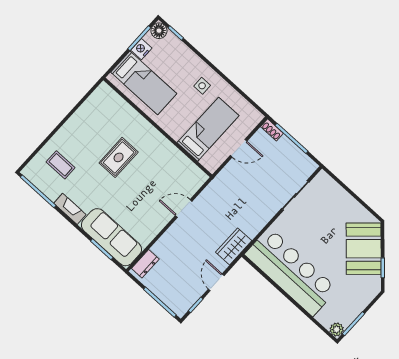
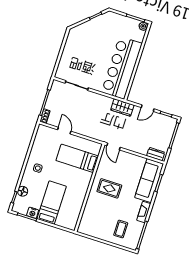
floor lamp: (159, 31) -> (23, 191), moved
wall: (158, 127) -> (89, 188), moved
bed: (208, 129) -> (77, 158), moved
rug: (119, 157) -> (109, 188), moved
booth: (364, 249) -> (89, 32), removed

